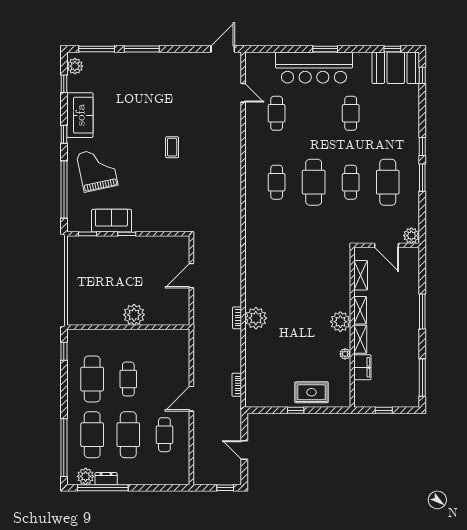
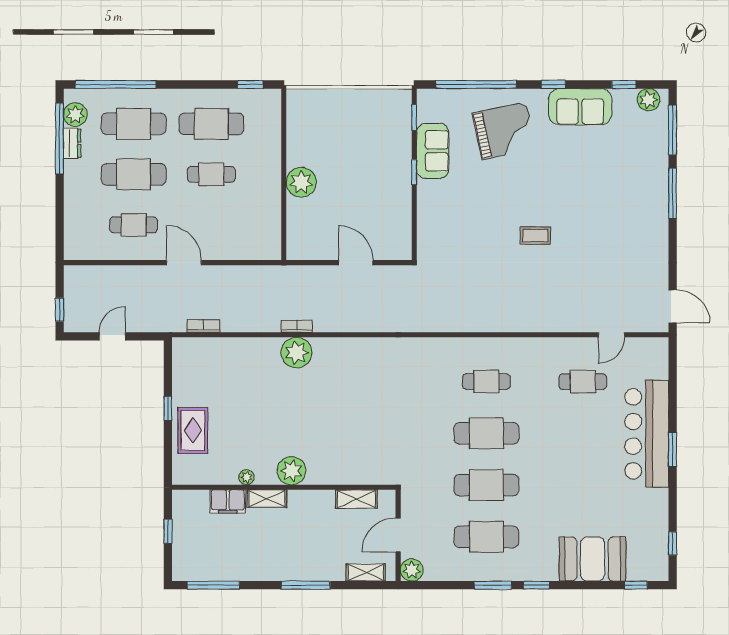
booth: (396, 68) -> (593, 559), moved, turned 90
cafe table: (351, 113) -> (583, 485), removed
cafe table: (351, 182) -> (486, 485), width x1.37, depth x1.35
shelving: (360, 310) -> (366, 572), moved

